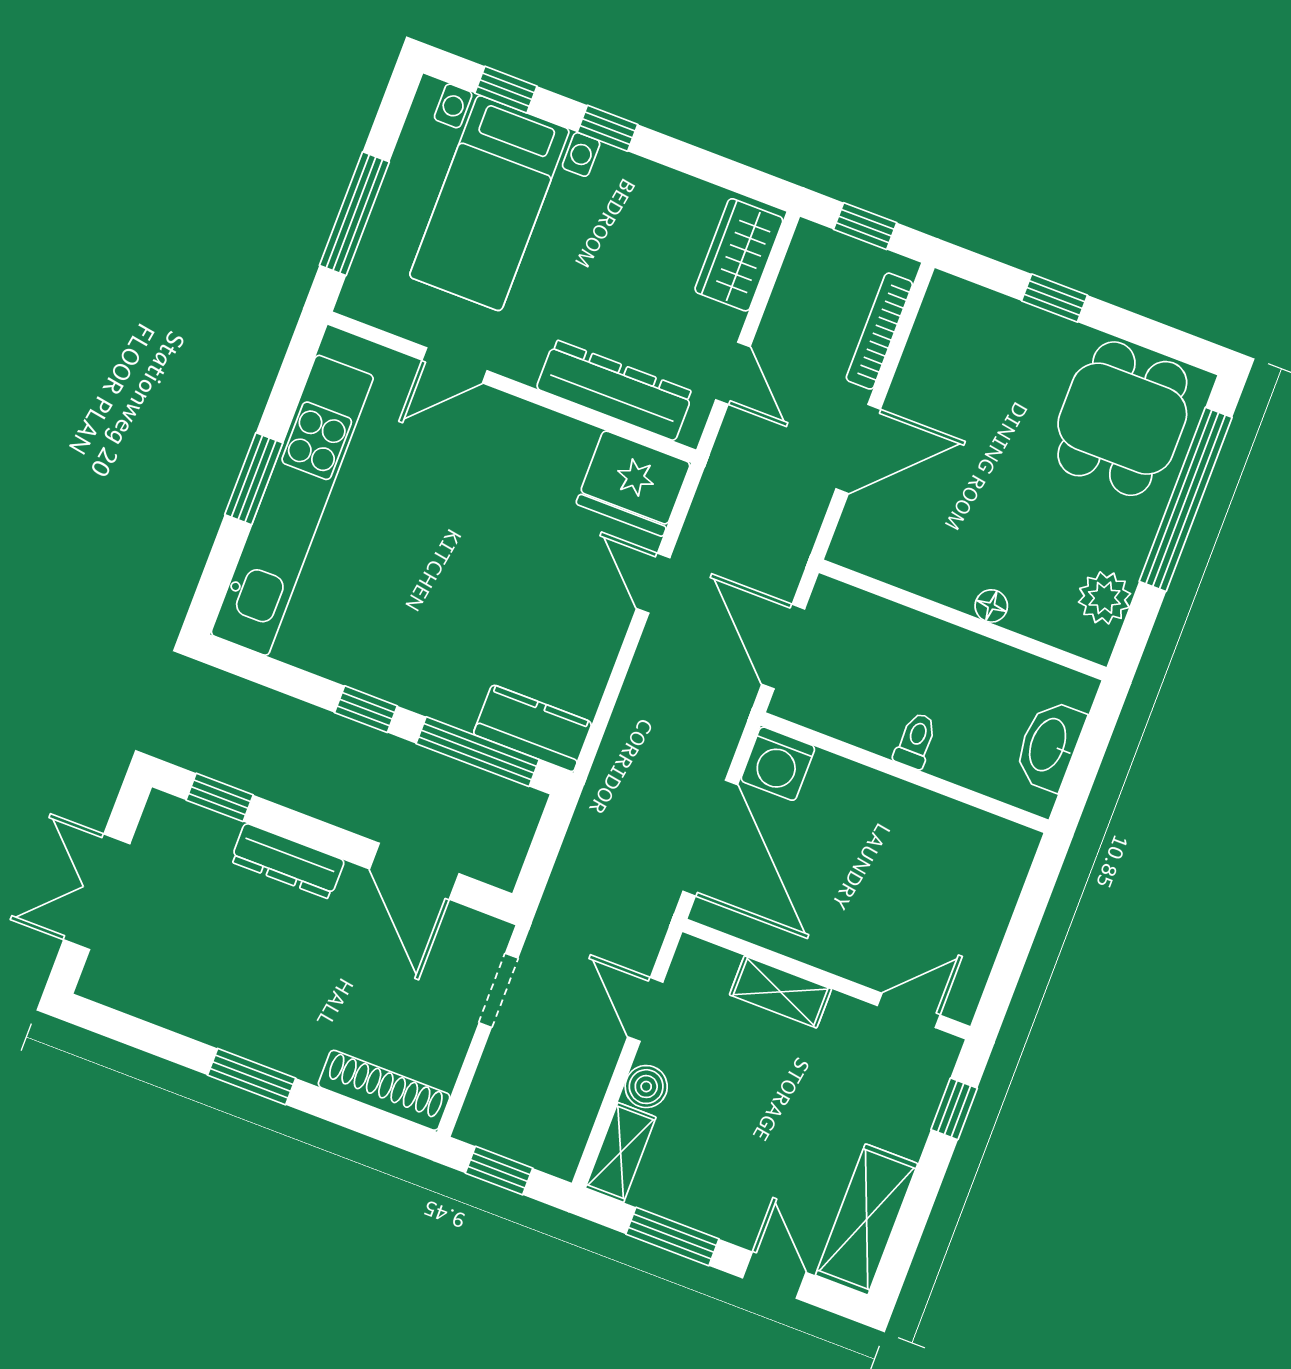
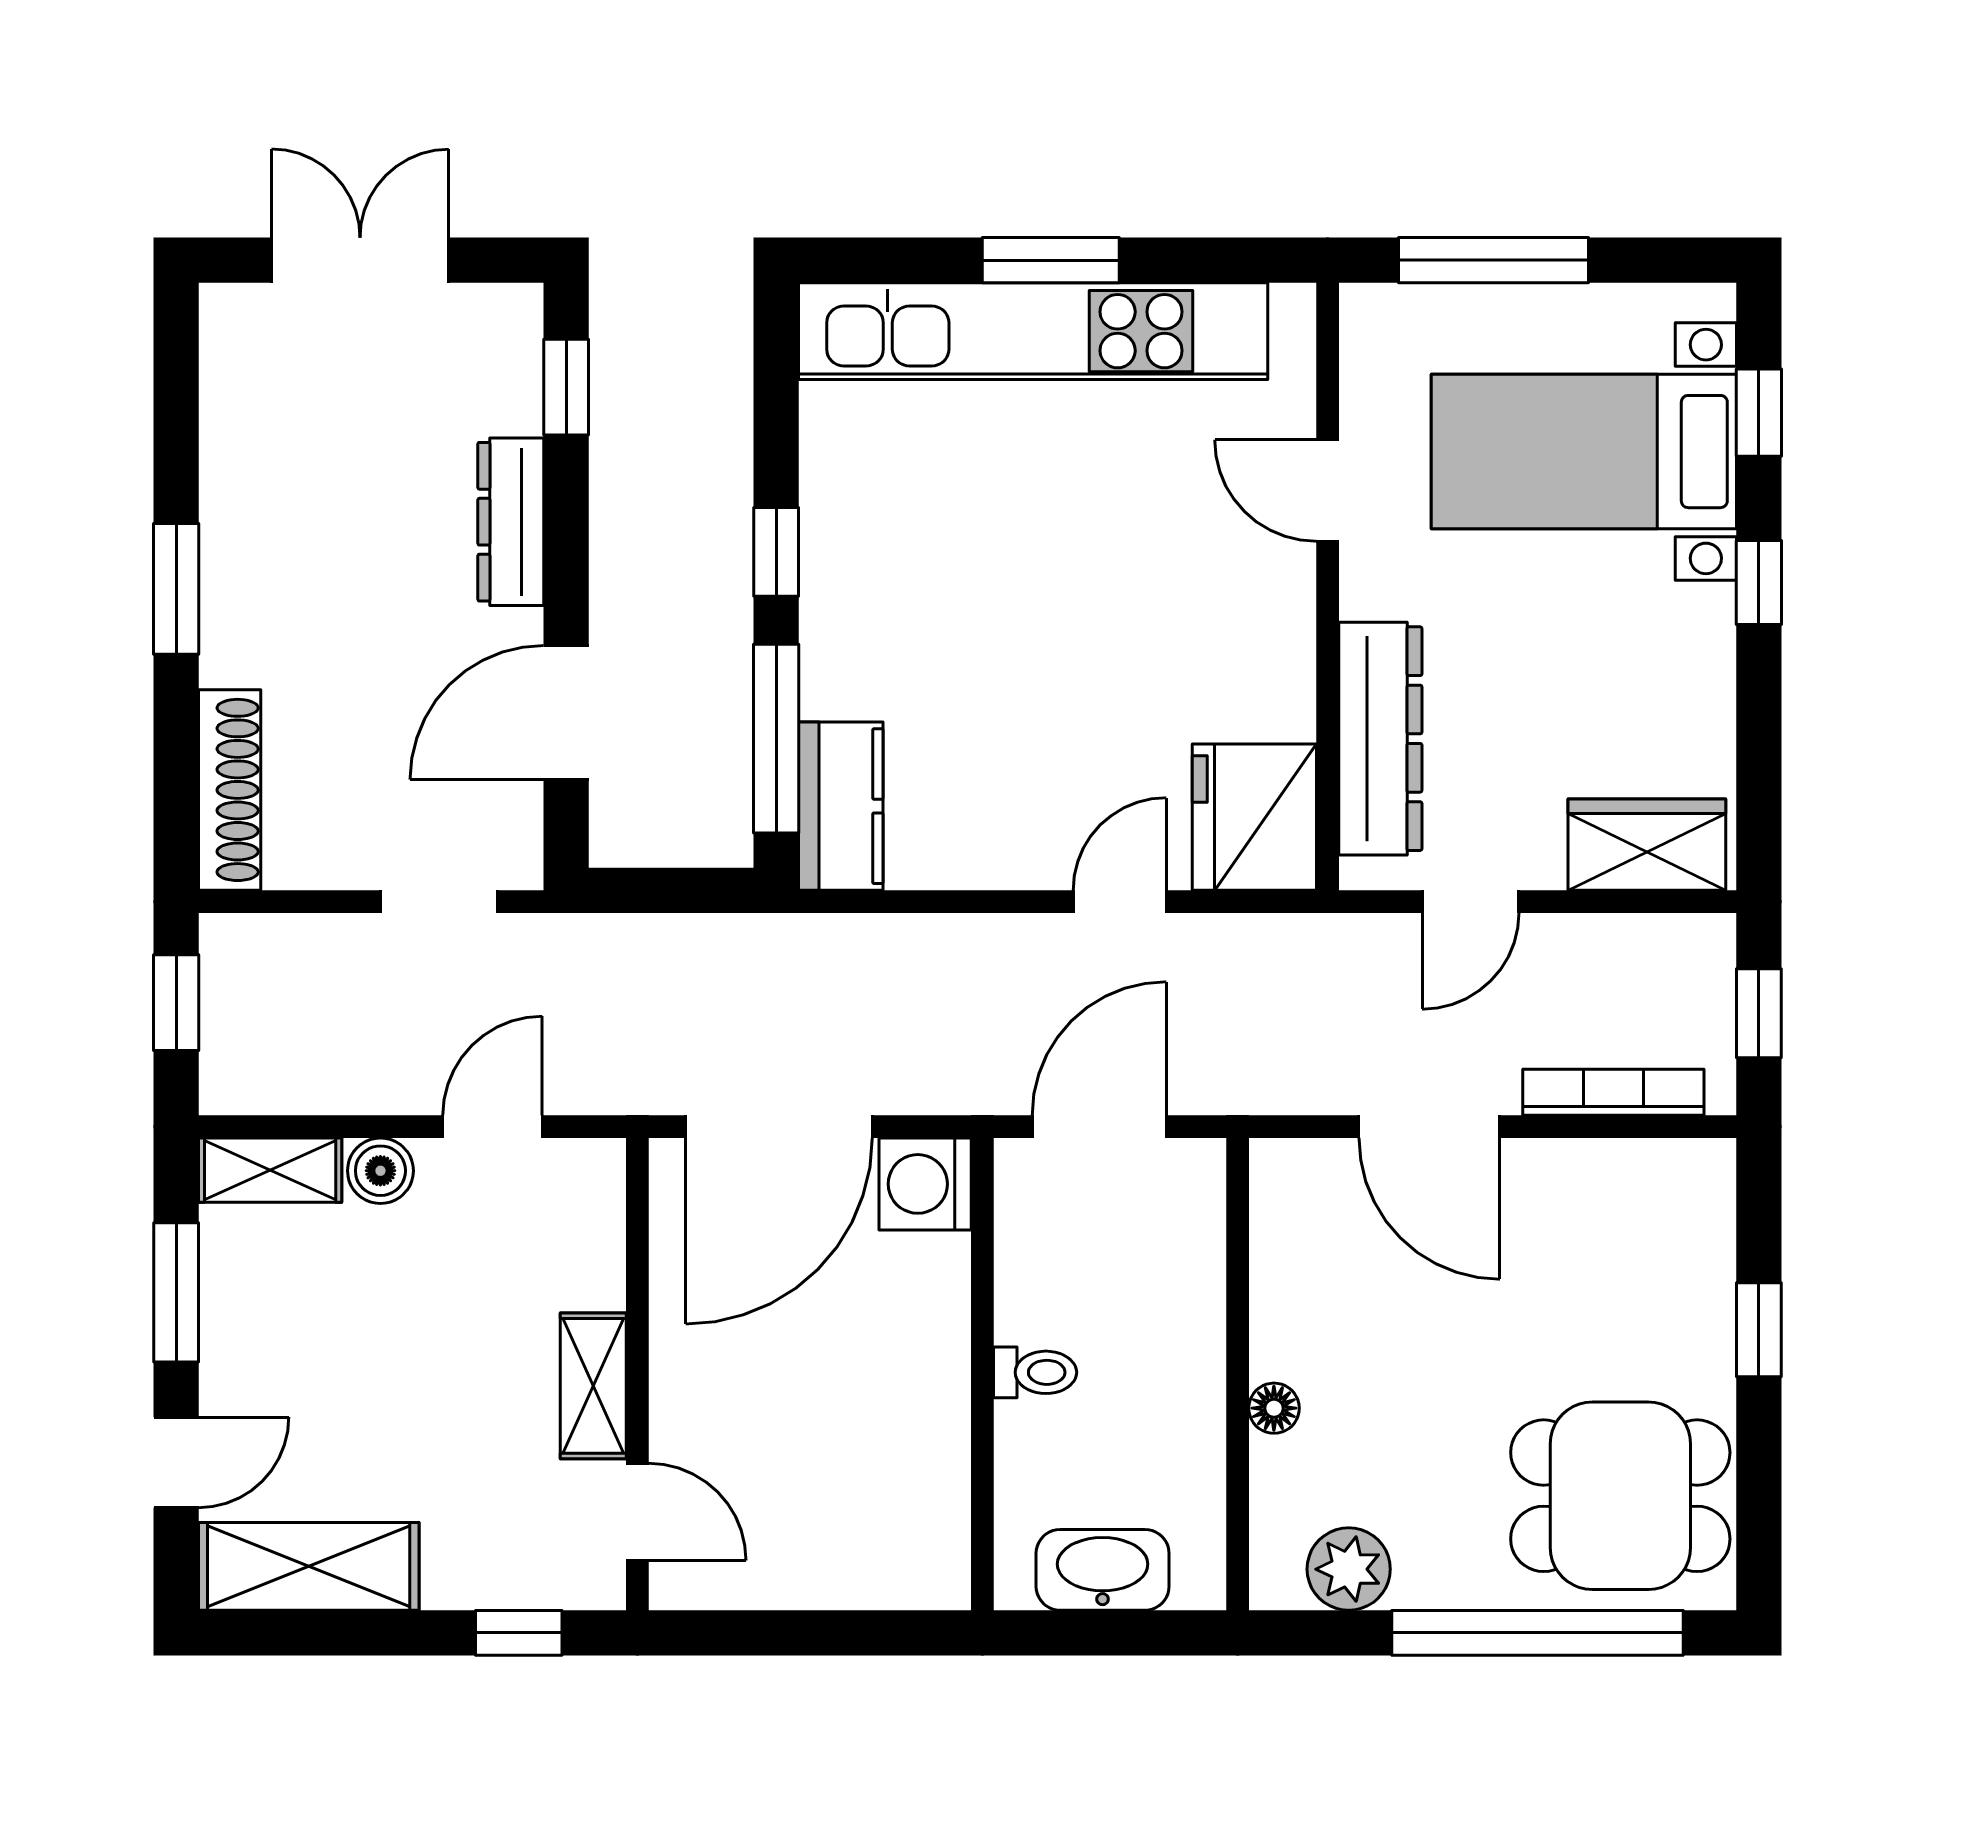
shelving: (780, 992) -> (593, 1386), moved

